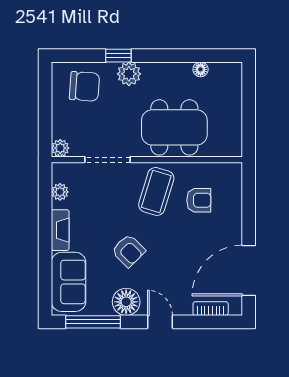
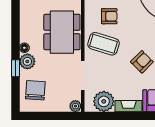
floor lamp: (201, 69) -> (24, 48), moved
plant: (60, 192) -> (104, 101), width x1.88, depth x1.88
armchair: (199, 200) -> (109, 16), turned 90

